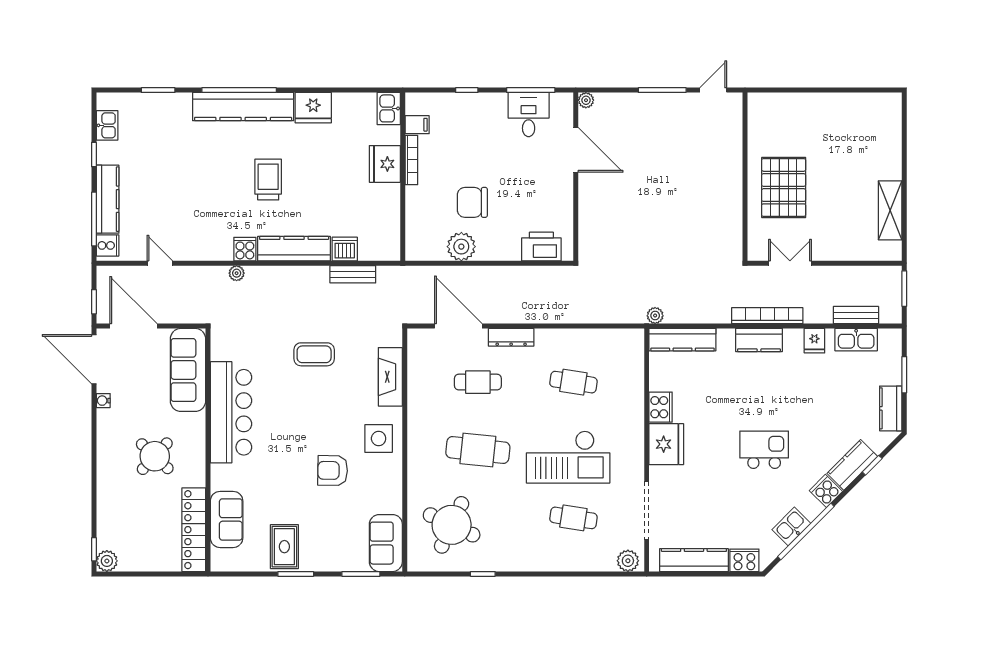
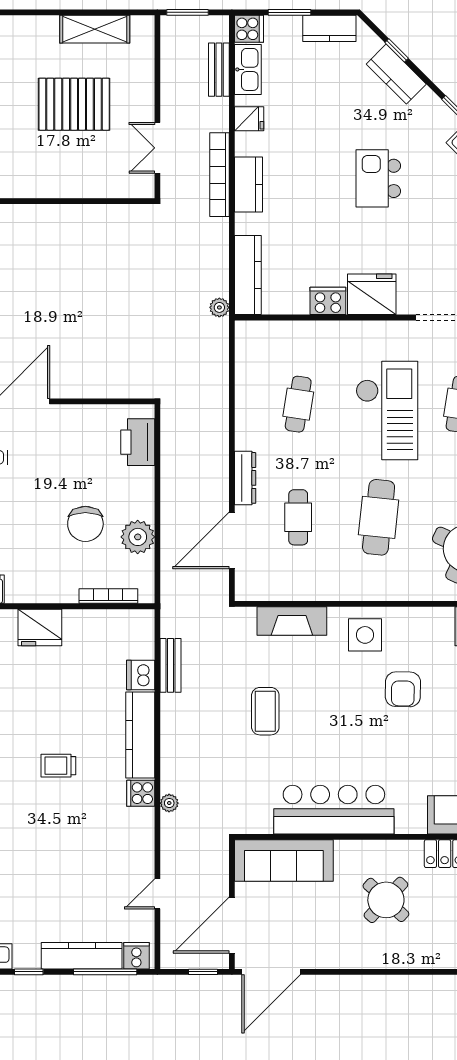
bookcase: (411, 160) -> (108, 596), moved
trolley: (268, 179) -> (58, 766), width x0.73, depth x0.72
pallet: (784, 188) -> (74, 104), moved
water cooler: (103, 401) -> (320, 961), removed
cooker: (826, 491) -> (249, 29), moved, turned -135

